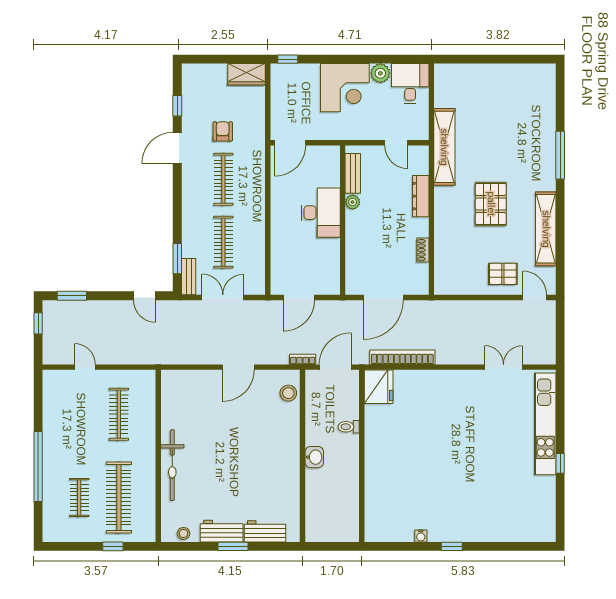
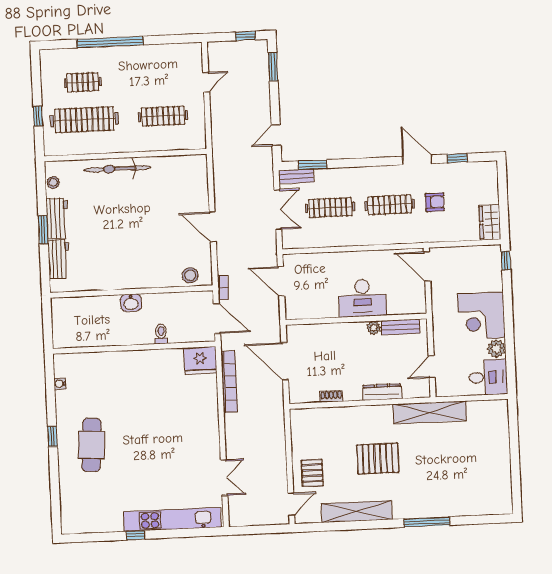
cafe table: (463, 506) -> (91, 445), added
water cooler: (421, 536) -> (60, 384), moved

